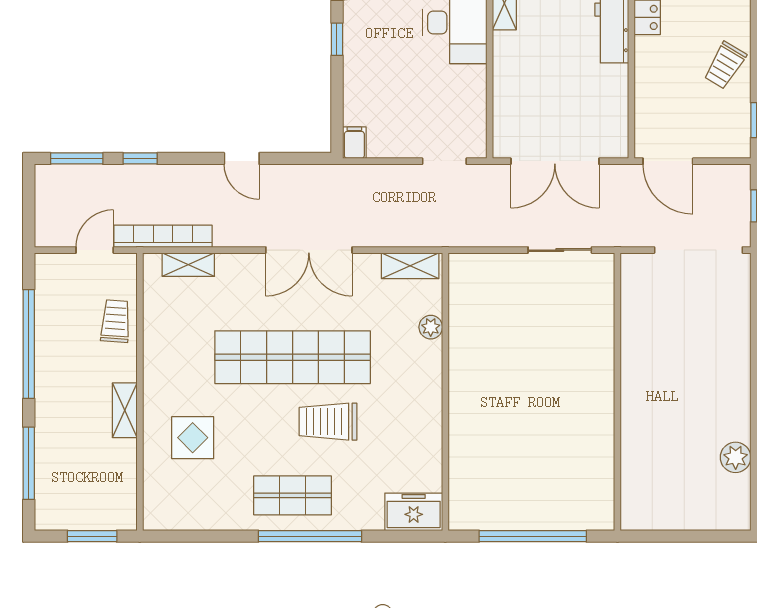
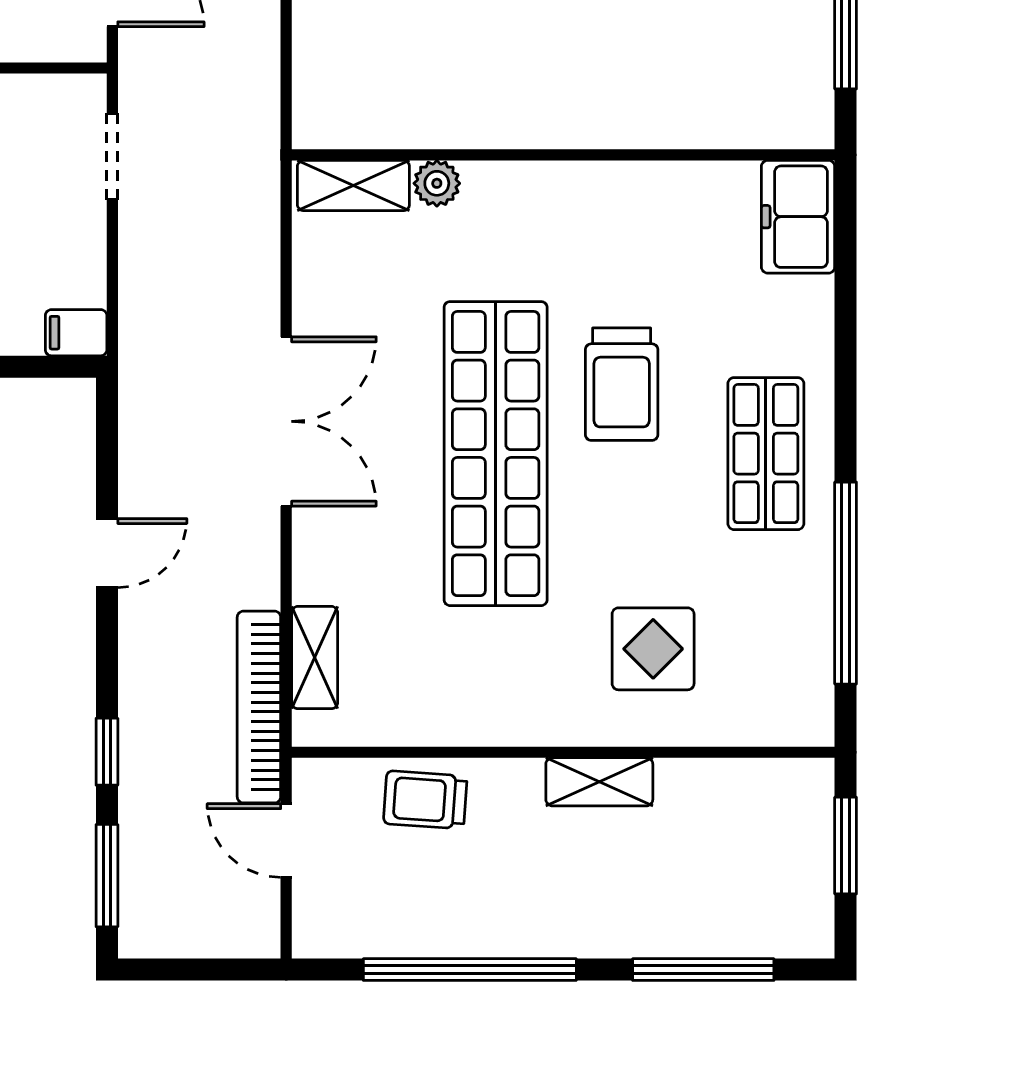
shelving: (410, 266) -> (353, 185), moved, turned 90
window: (310, 536) -> (846, 583), moved

